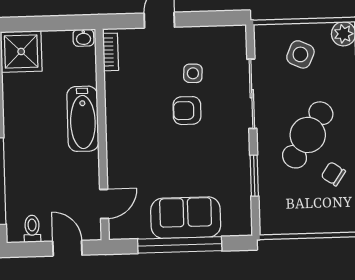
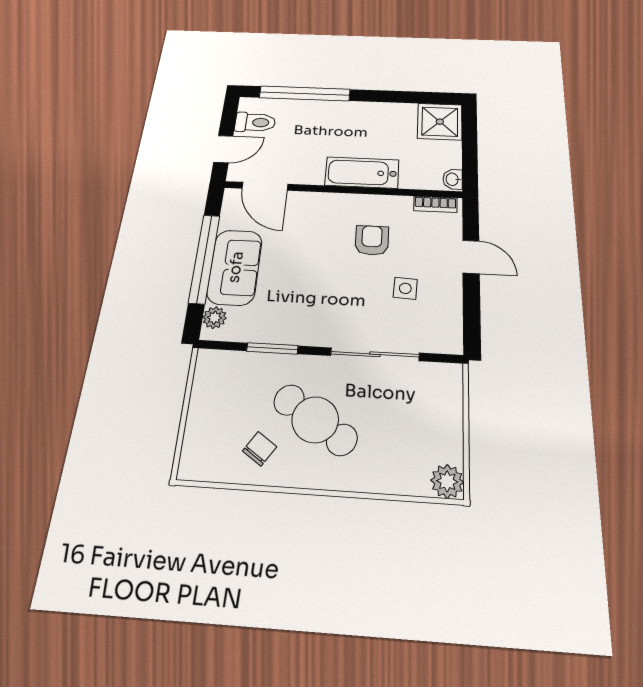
side table: (300, 54) -> (422, 420), removed
armchair: (187, 111) -> (372, 240), moved
door: (104, 204) -> (265, 186), width x1.38
plant: (232, 227) -> (215, 318), added
toilet: (32, 229) -> (255, 122), width x1.37, depth x1.39

